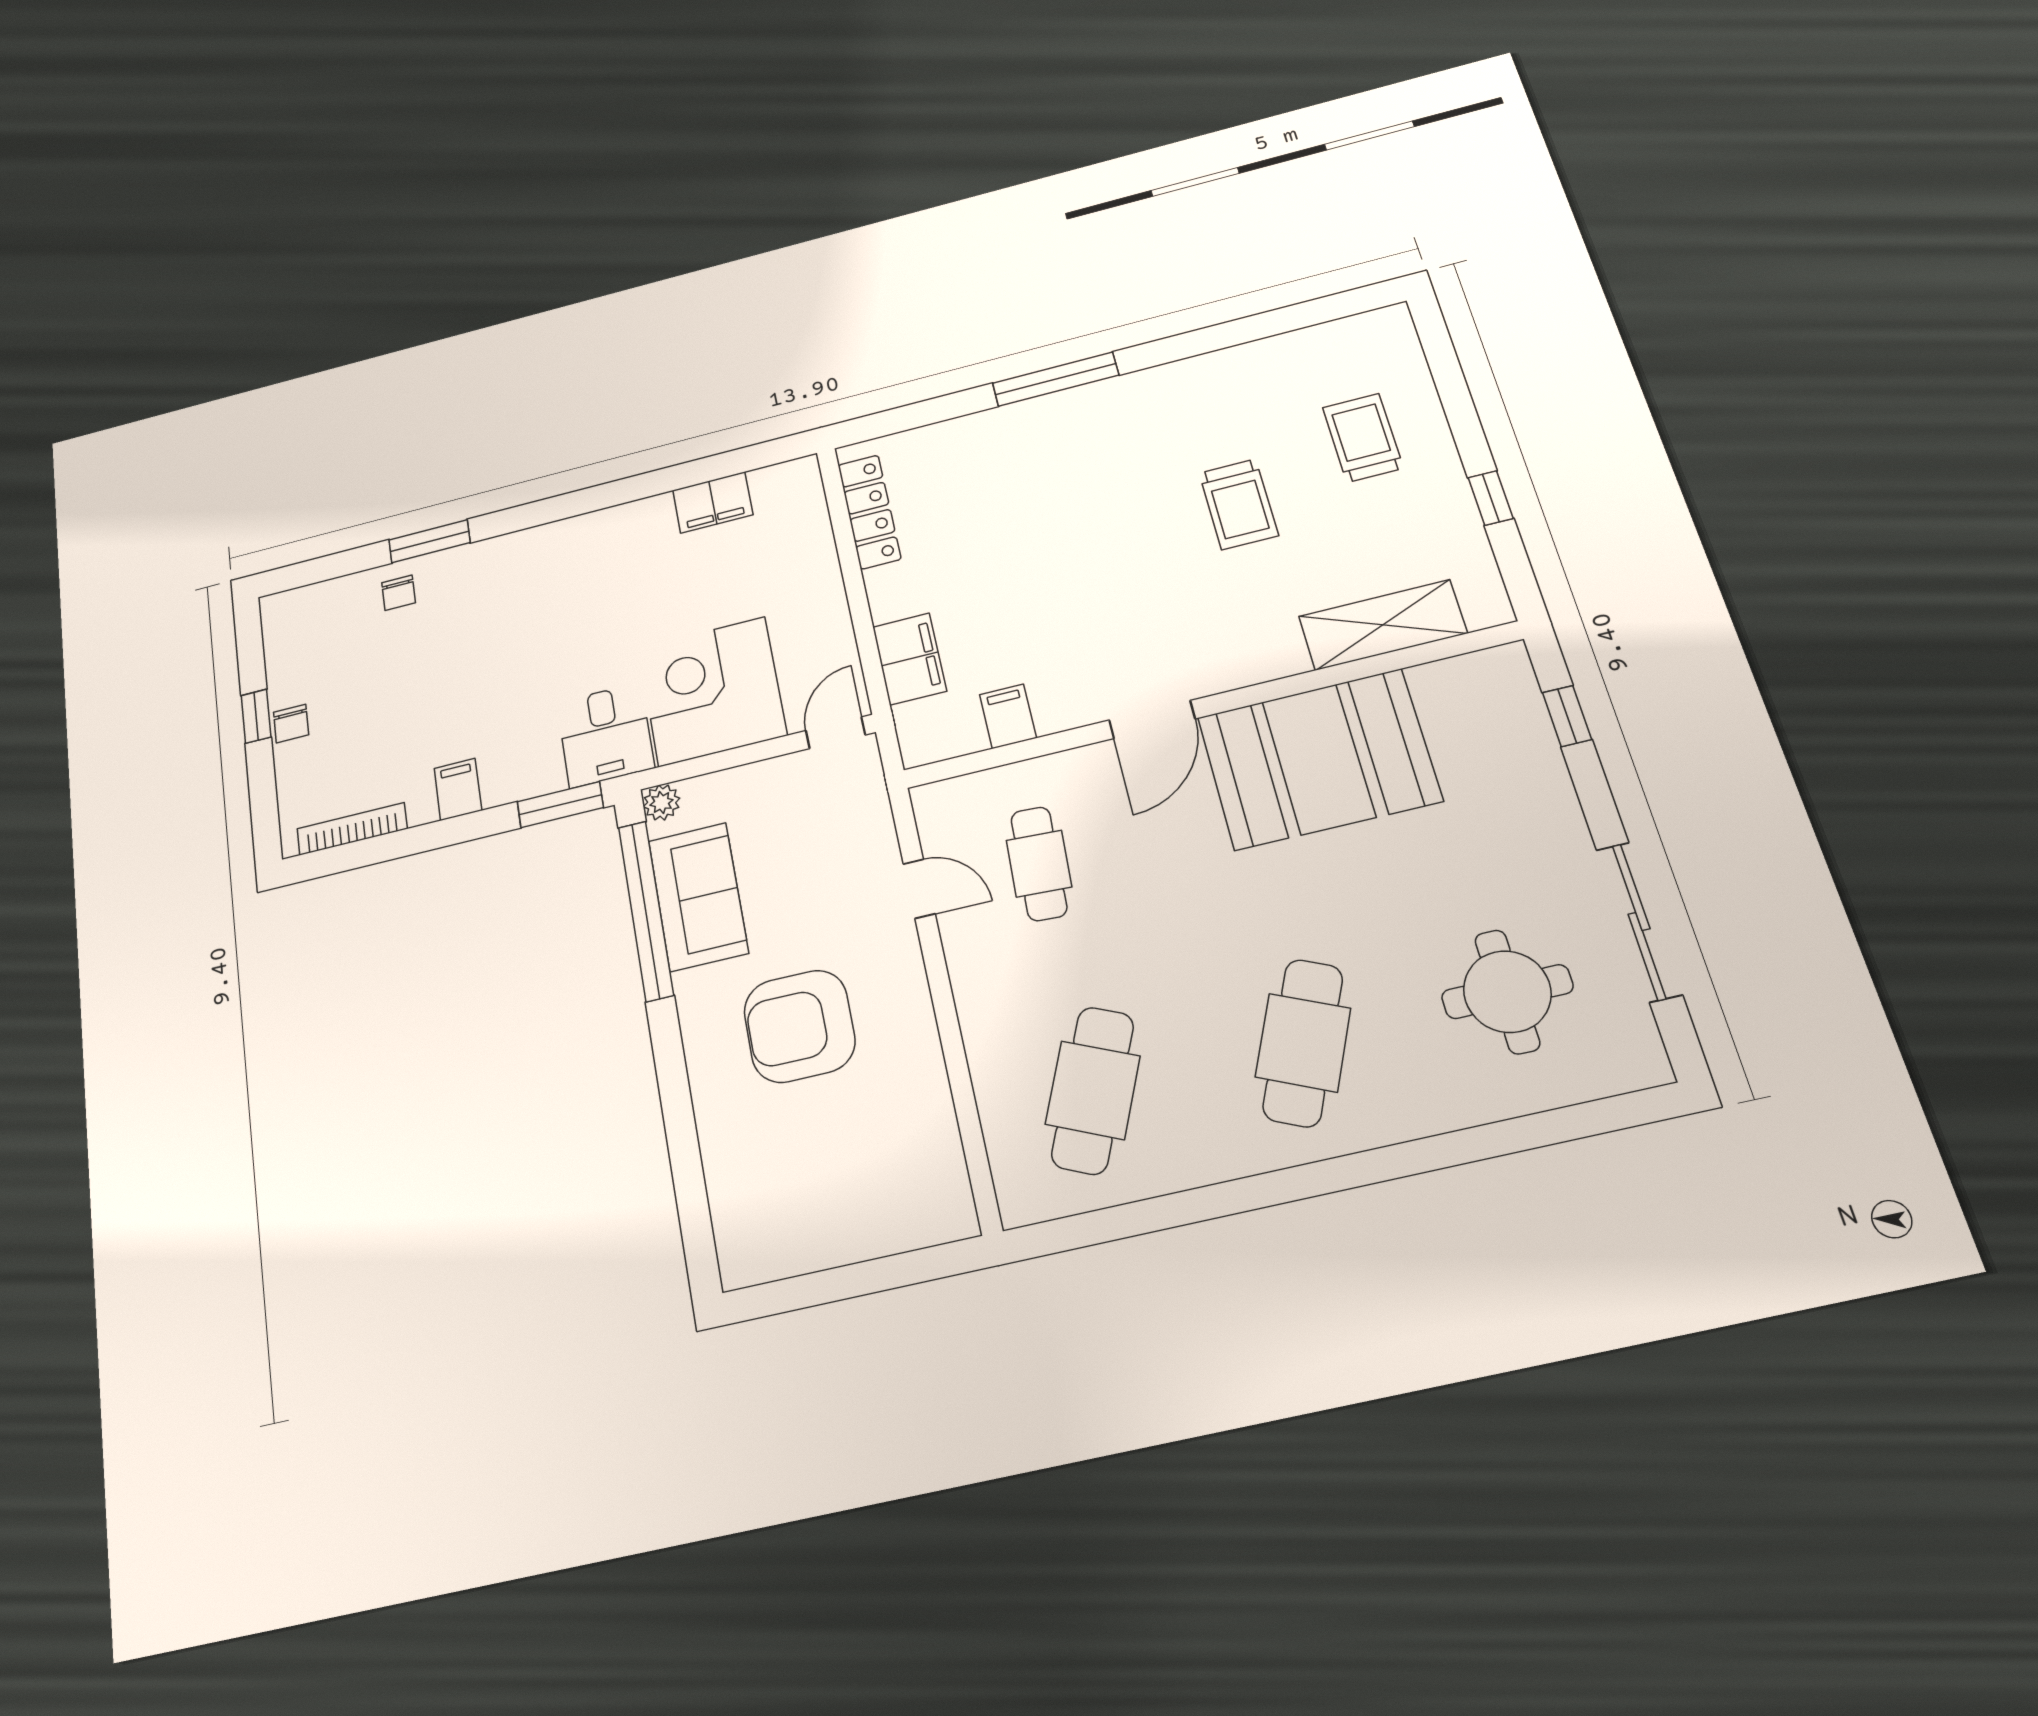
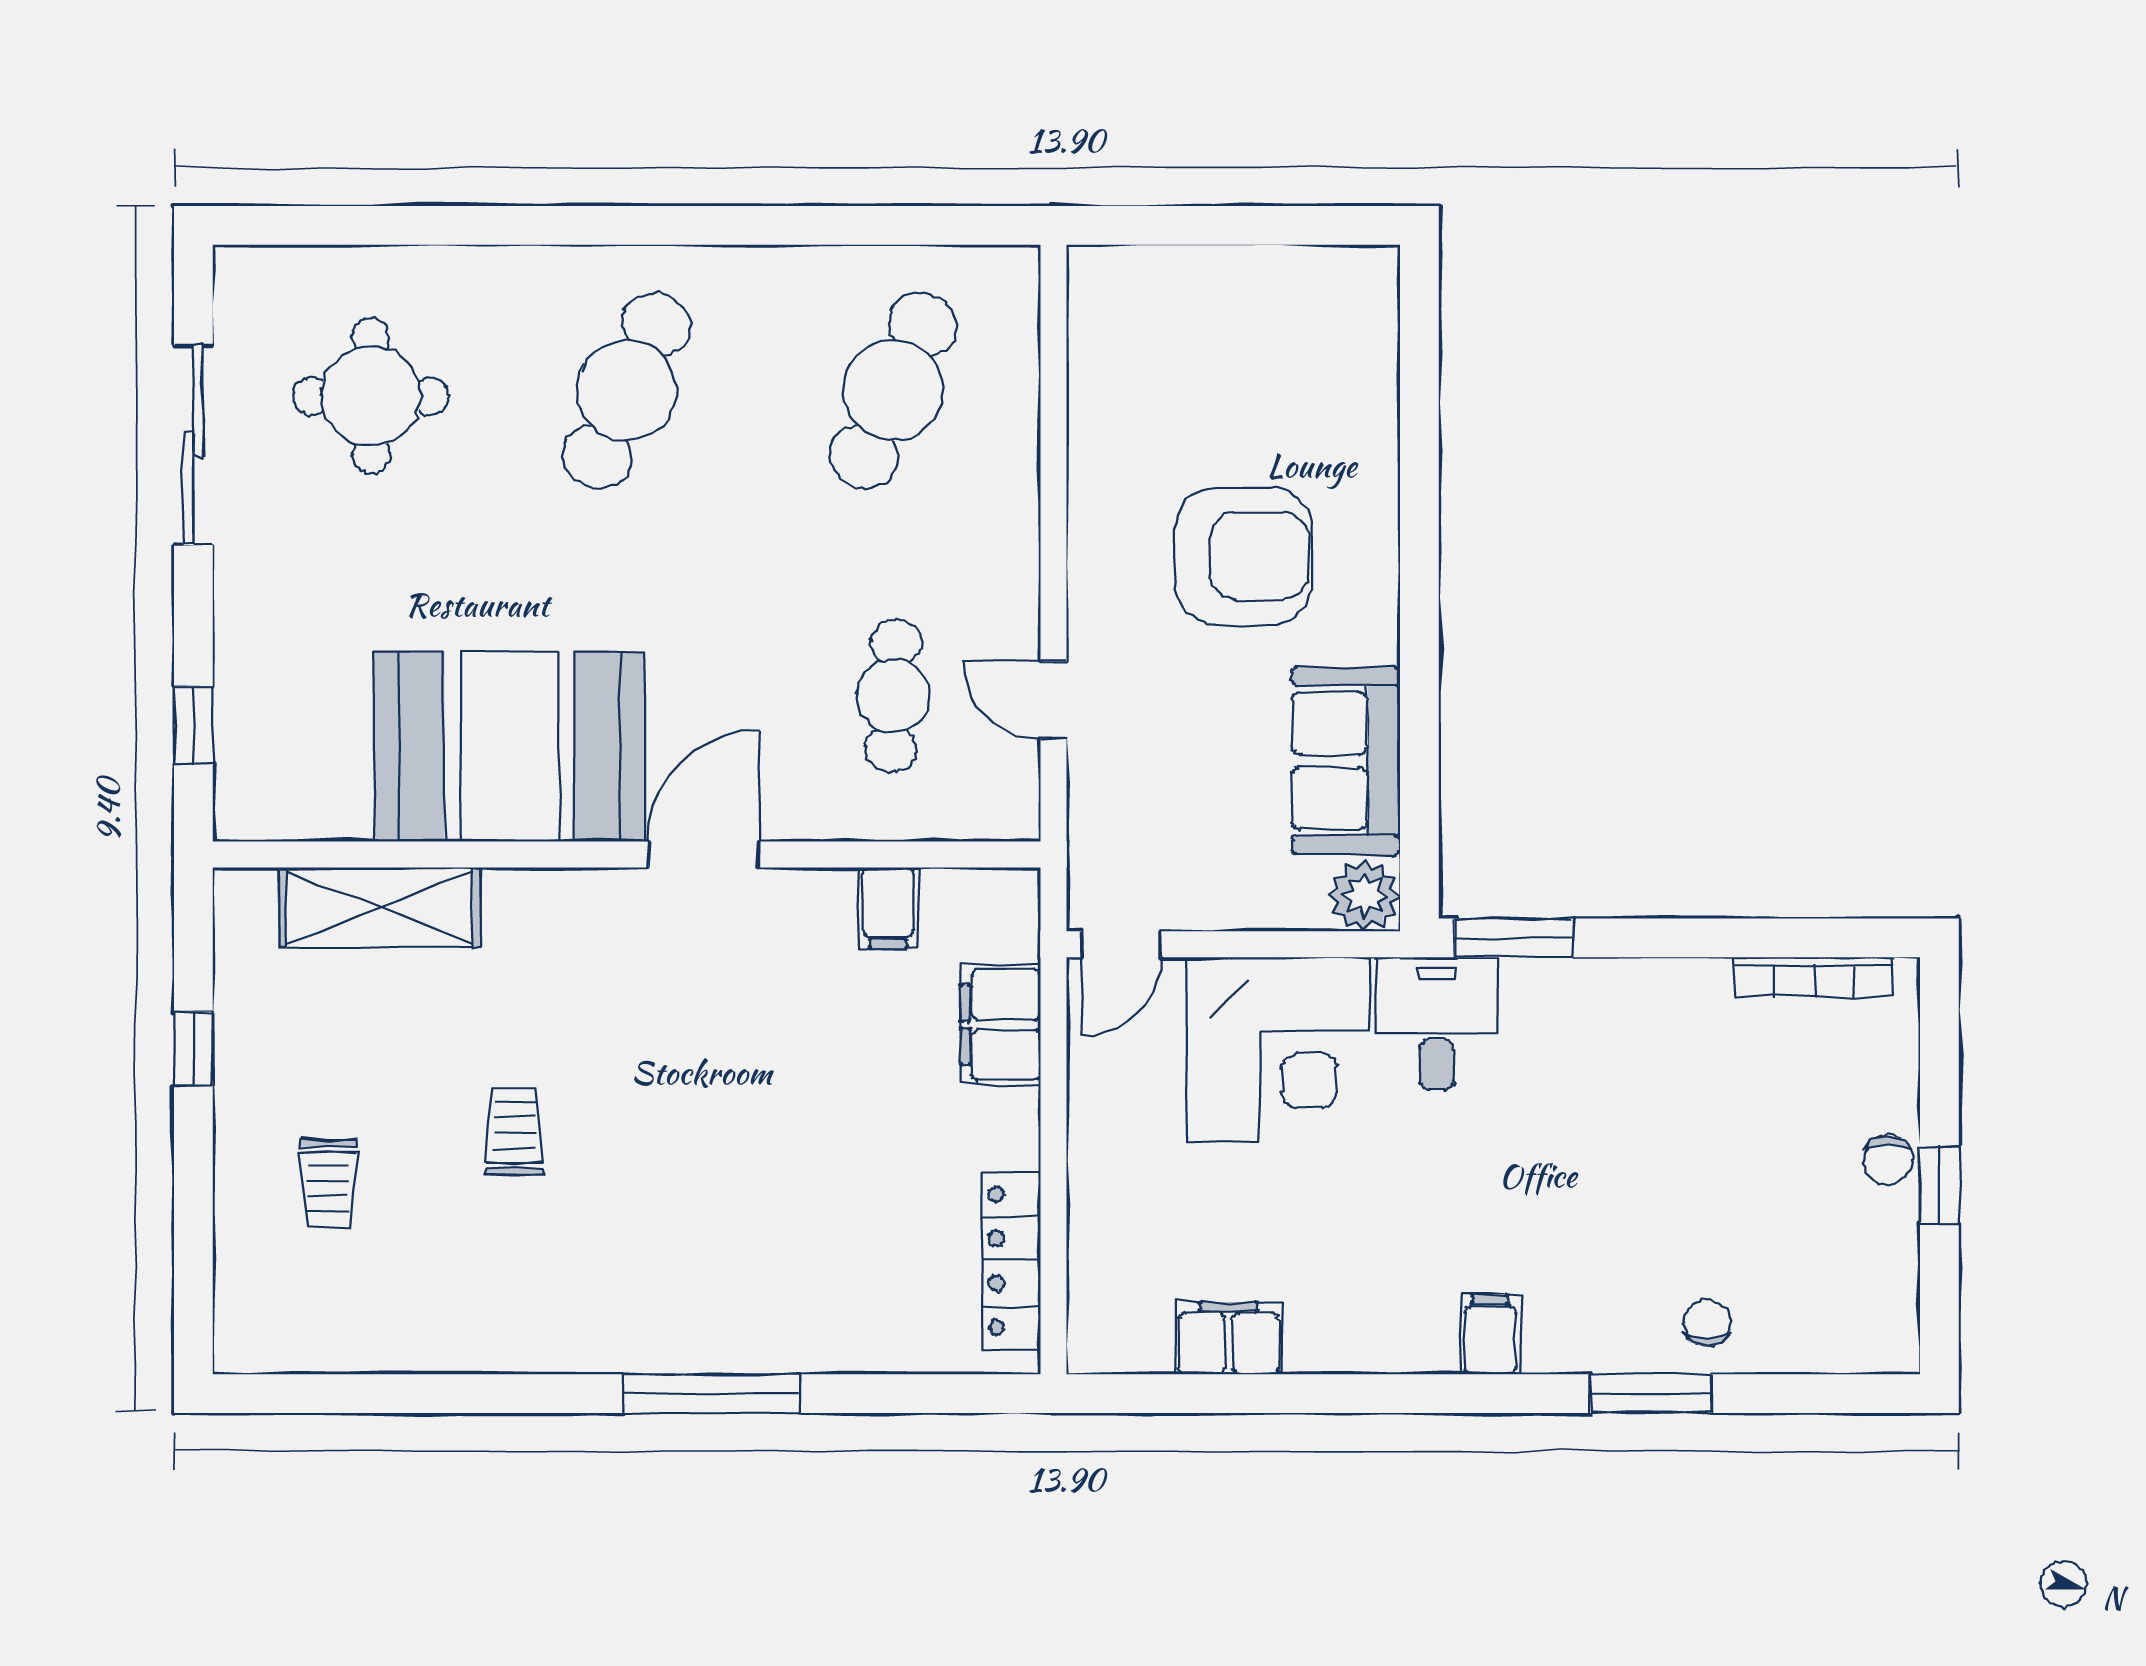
trolley: (1363, 438) -> (328, 1183), width x0.73, depth x0.72
trolley: (1239, 504) -> (515, 1131), width x0.73, depth x0.72
chair: (291, 724) -> (1888, 1160), turned 180
filing cabinet: (458, 789) -> (1490, 1334), moved, turned 180
plant: (662, 802) -> (1364, 896), width x1.38, depth x1.38
window: (646, 910) -> (1419, 759), removed

